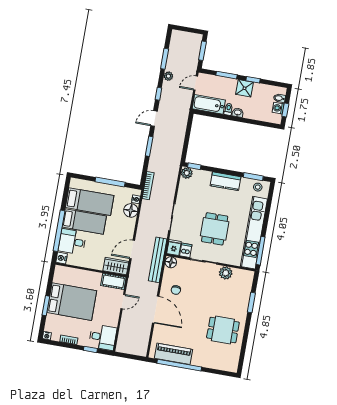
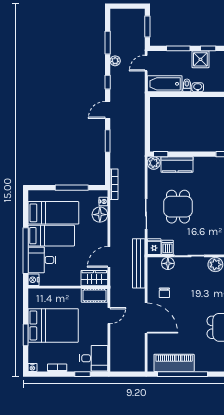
kitchen counter: (225, 181) -> (177, 164), moved
dining table: (215, 229) -> (178, 207), moved
floor lamp: (171, 262) -> (168, 263), moved

